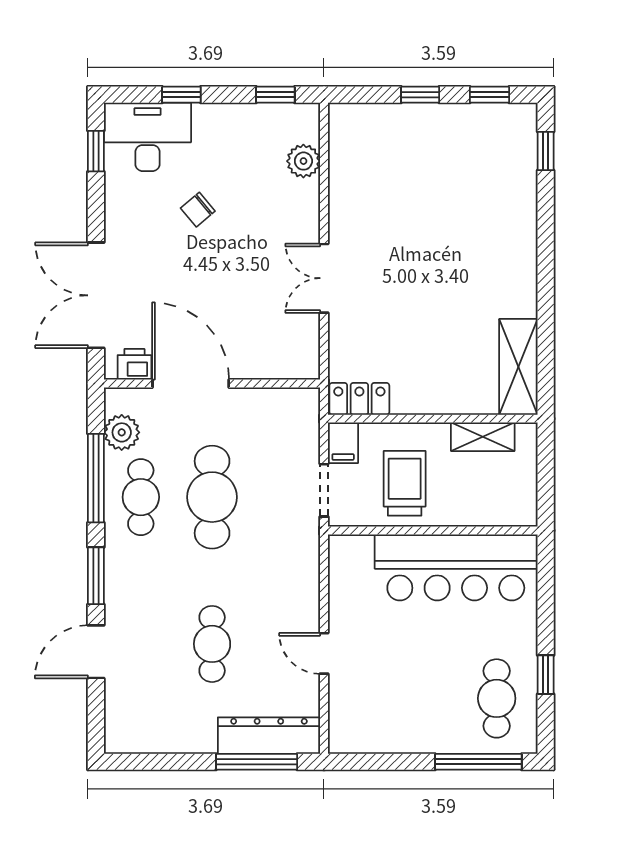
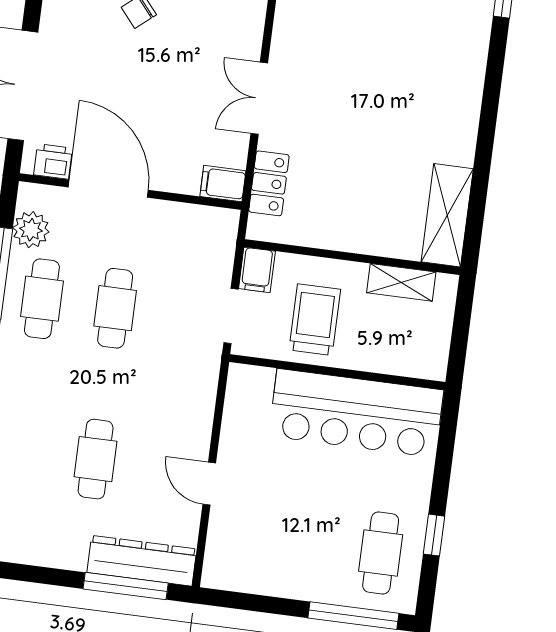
filing cabinet: (300, 364) -> (223, 184), added
locker: (359, 399) -> (269, 183), moved, turned 90
cafe table: (212, 497) -> (115, 308), width x0.73, depth x0.74

